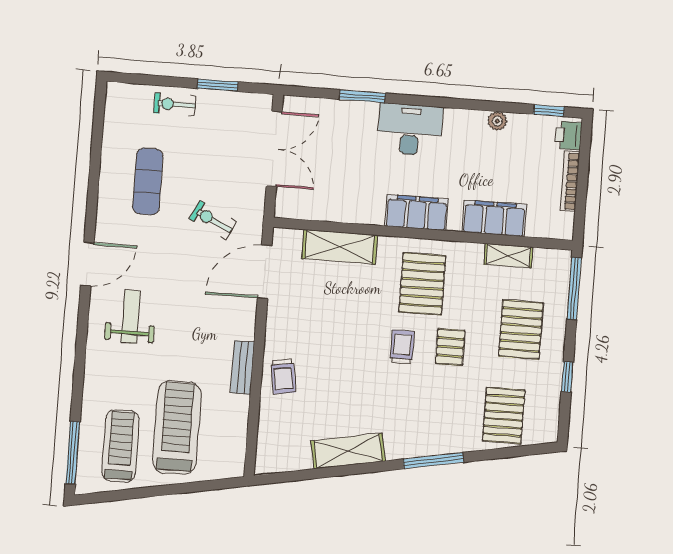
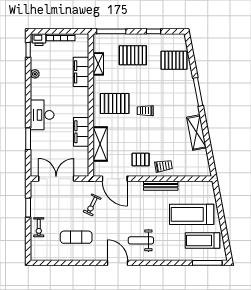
filing cabinet: (417, 213) -> (81, 132), moved
pallet: (450, 347) -> (141, 160), moved
bench: (242, 367) -> (161, 186), width x1.36

